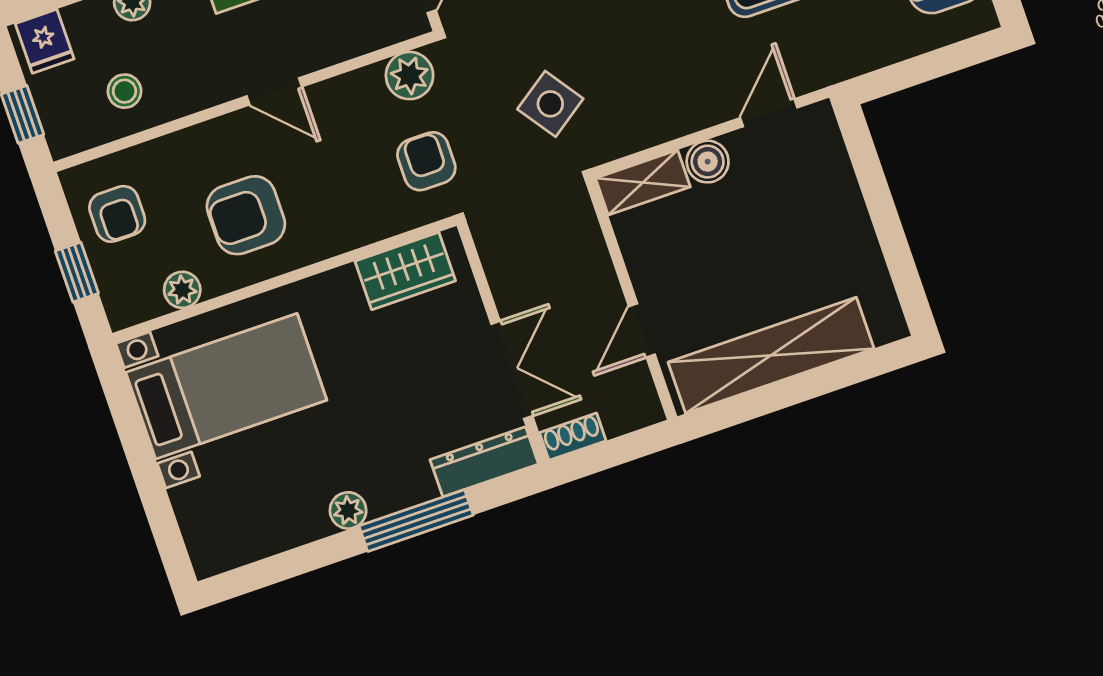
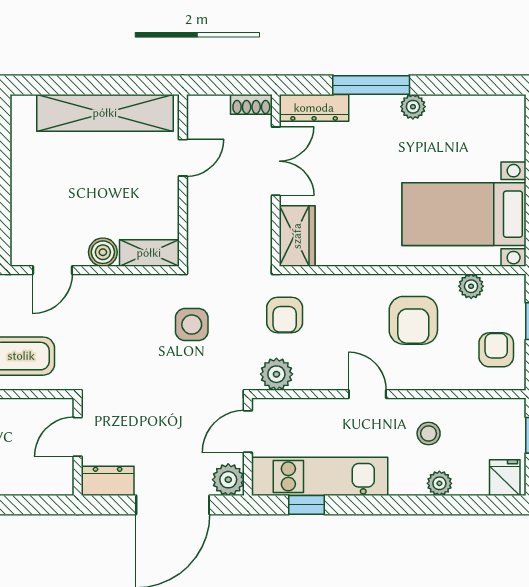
stool: (124, 91) -> (429, 433), moved
side table: (550, 104) -> (192, 325), turned 35
armchair: (246, 215) -> (413, 320), turned 90
wardrobe: (405, 271) -> (297, 236), moved, turned 90
double door: (512, 370) -> (276, 161), swing flipped

